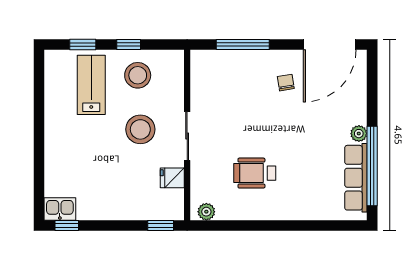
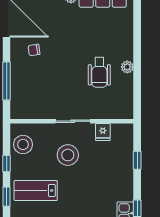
stool: (138, 75) -> (23, 144), moved
plant: (206, 212) -> (127, 67), moved
window: (161, 225) -> (137, 160), moved

